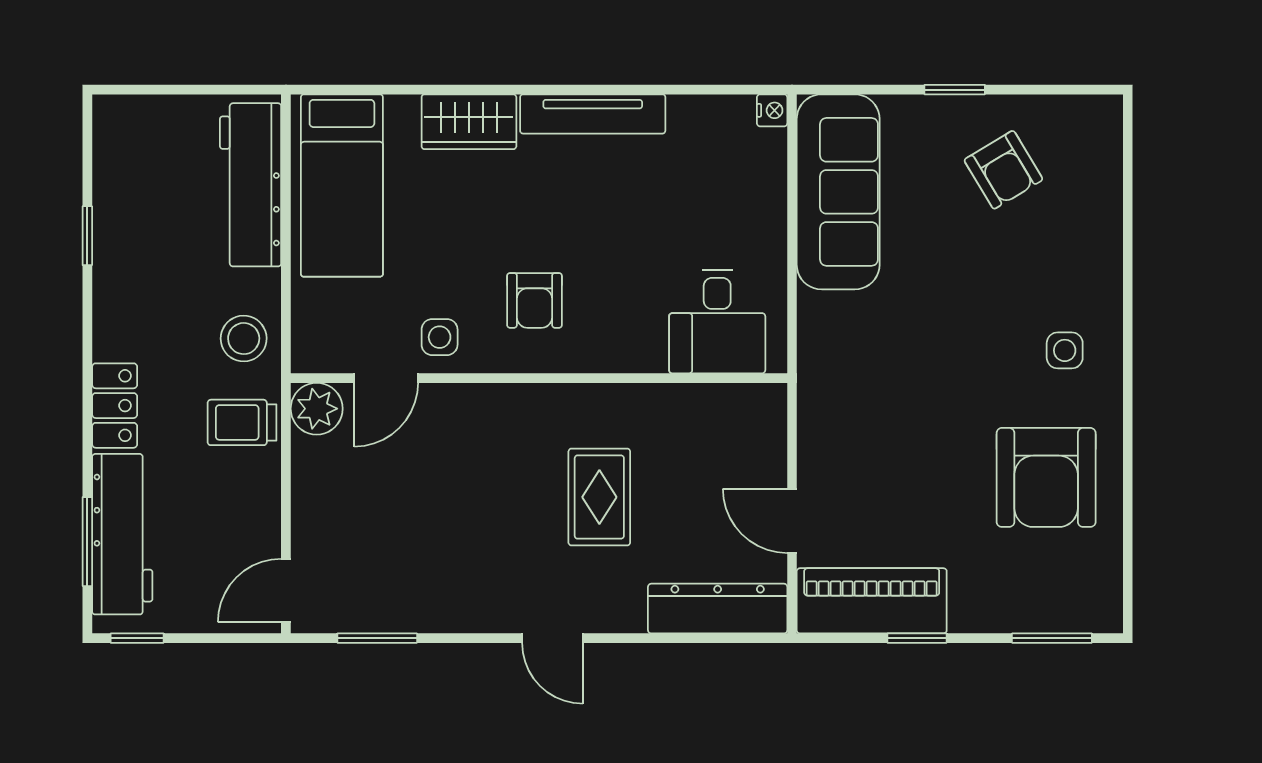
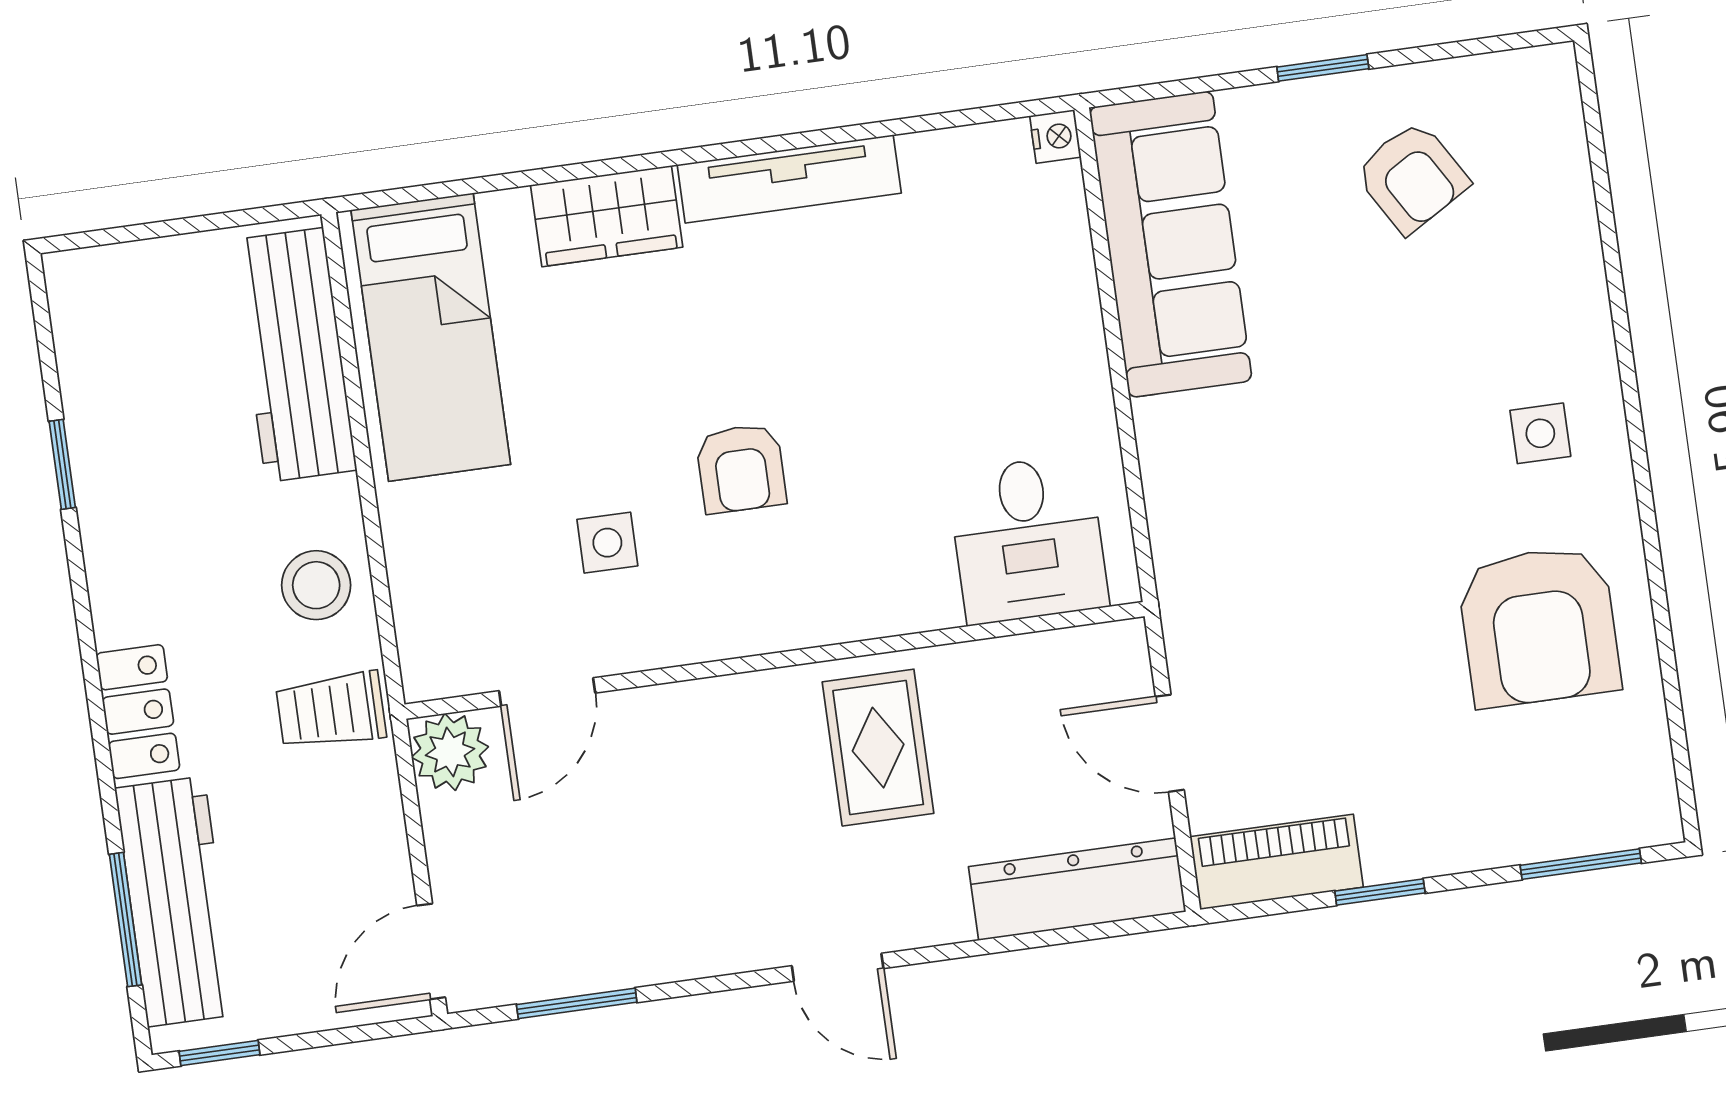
desk: (717, 321) -> (1028, 539), moved
door: (386, 378) -> (547, 692), moved
wall: (539, 378) -> (774, 660), moved
plant: (317, 409) -> (450, 752), moved
piano: (872, 601) -> (1277, 862), width x0.73, depth x0.75

